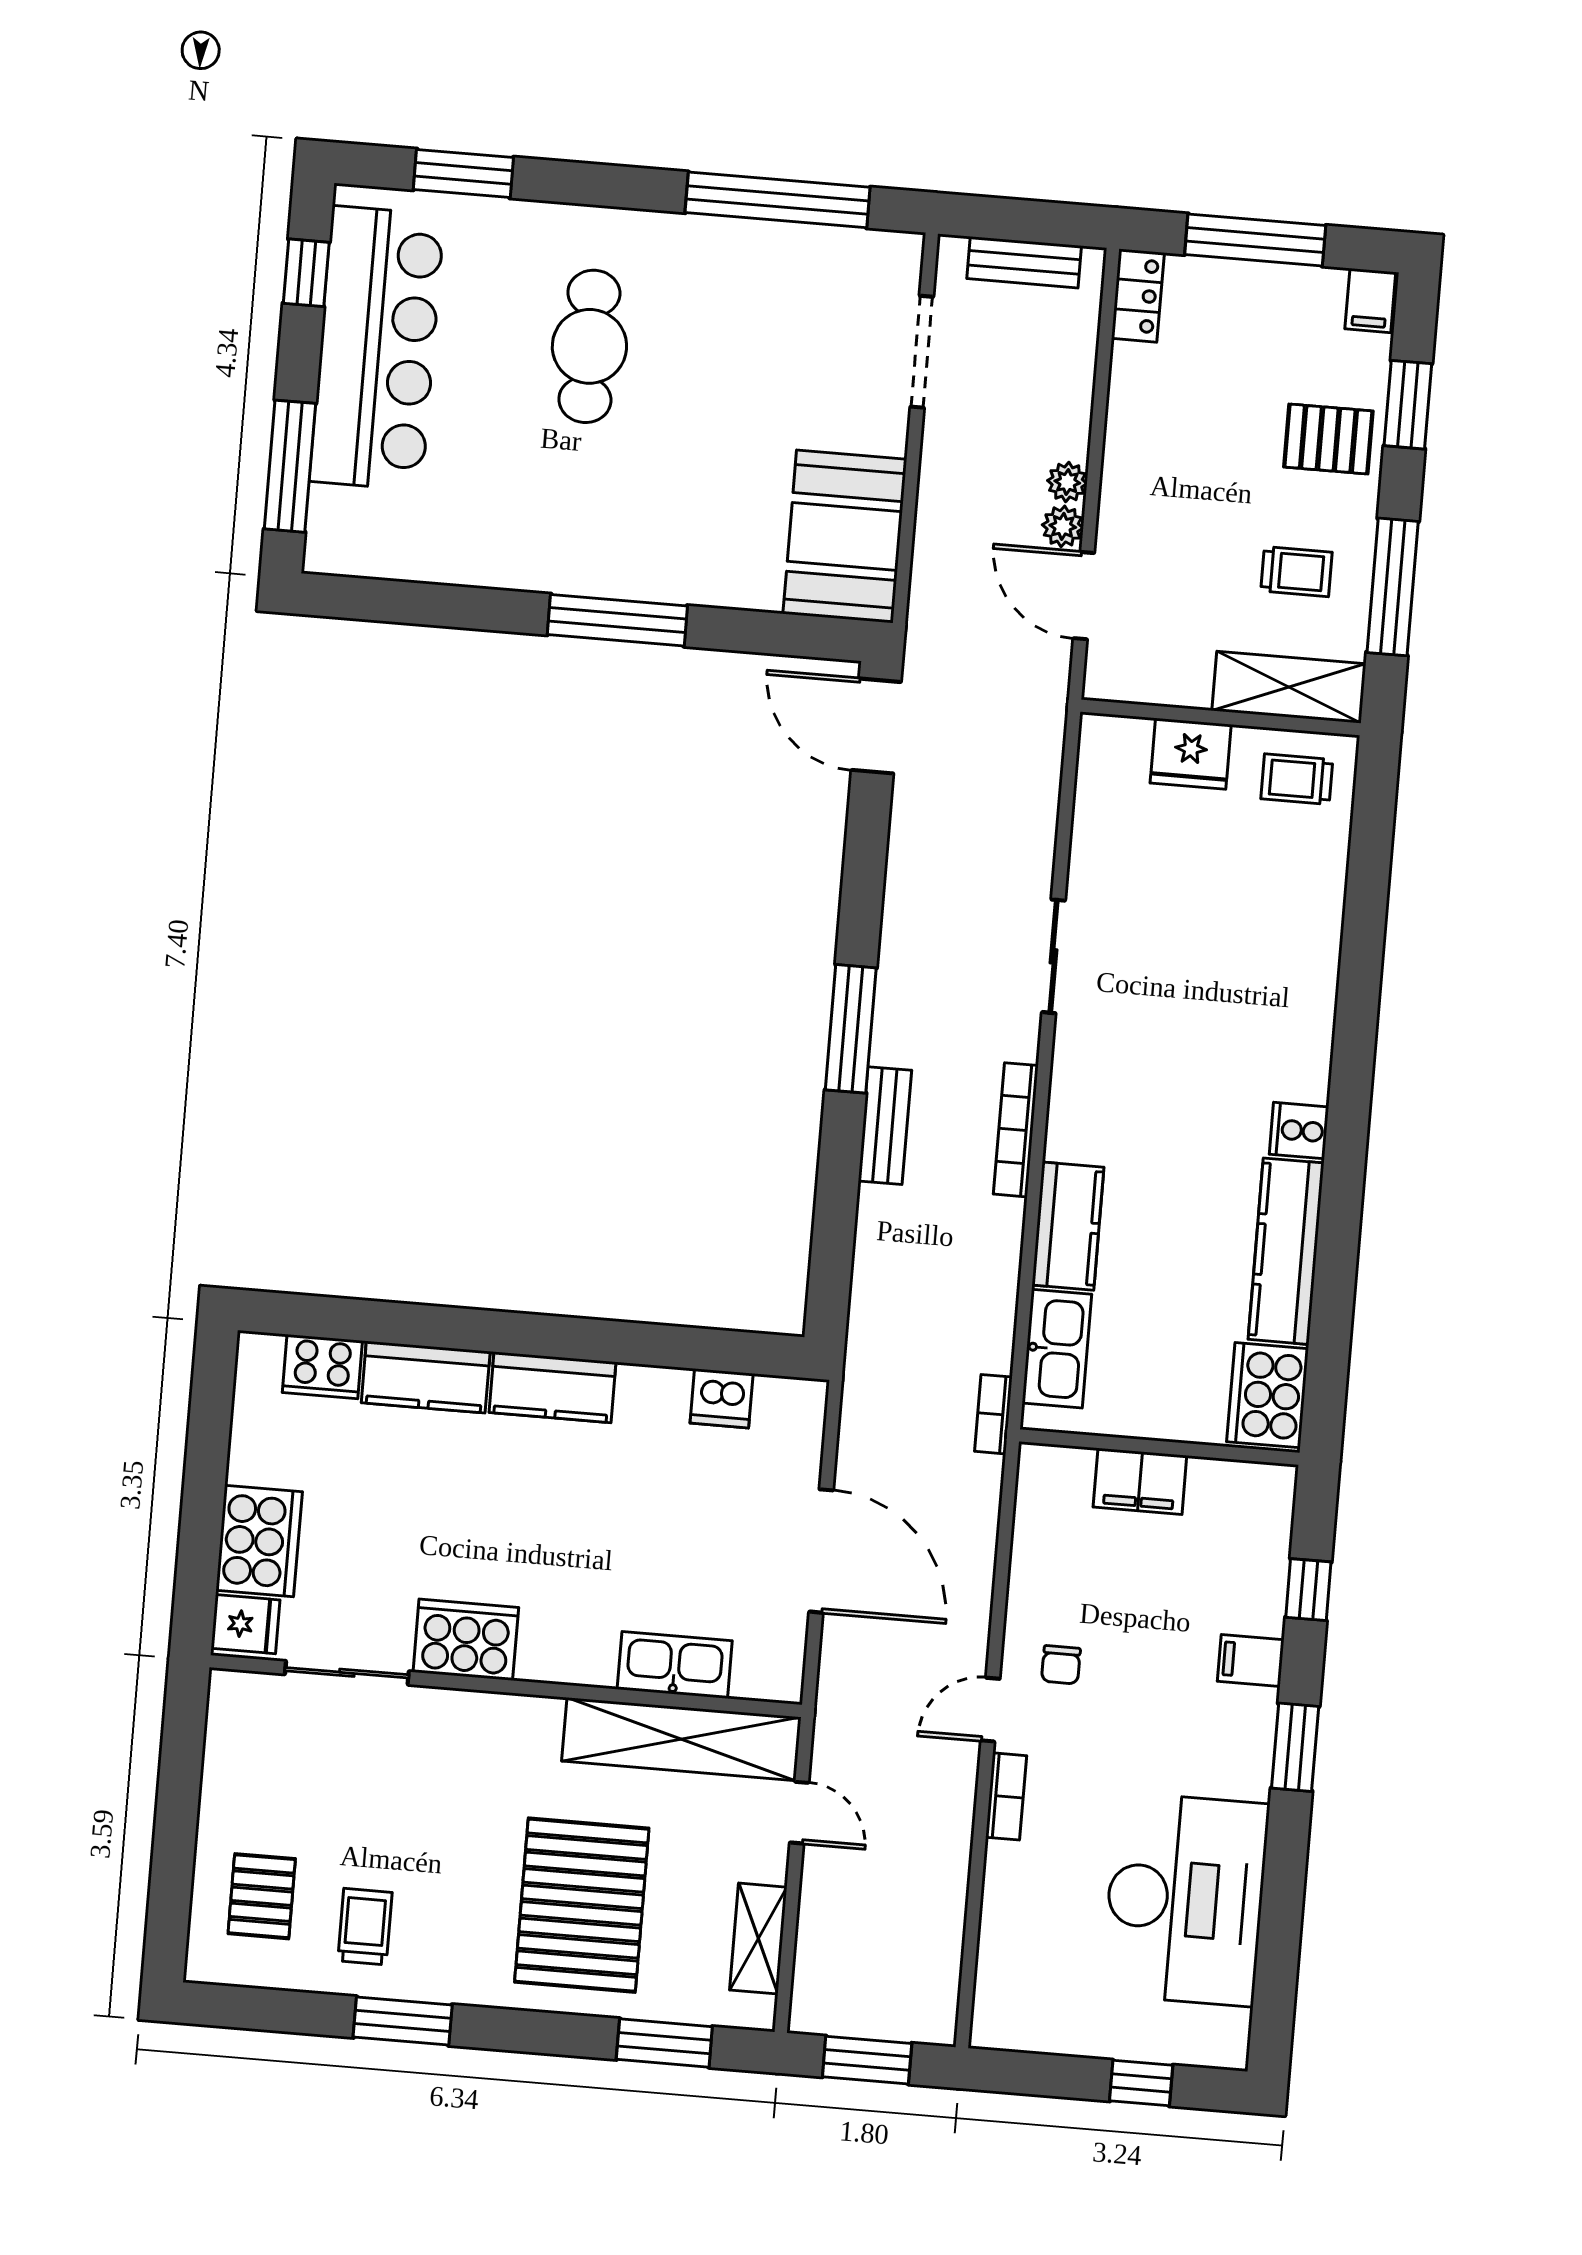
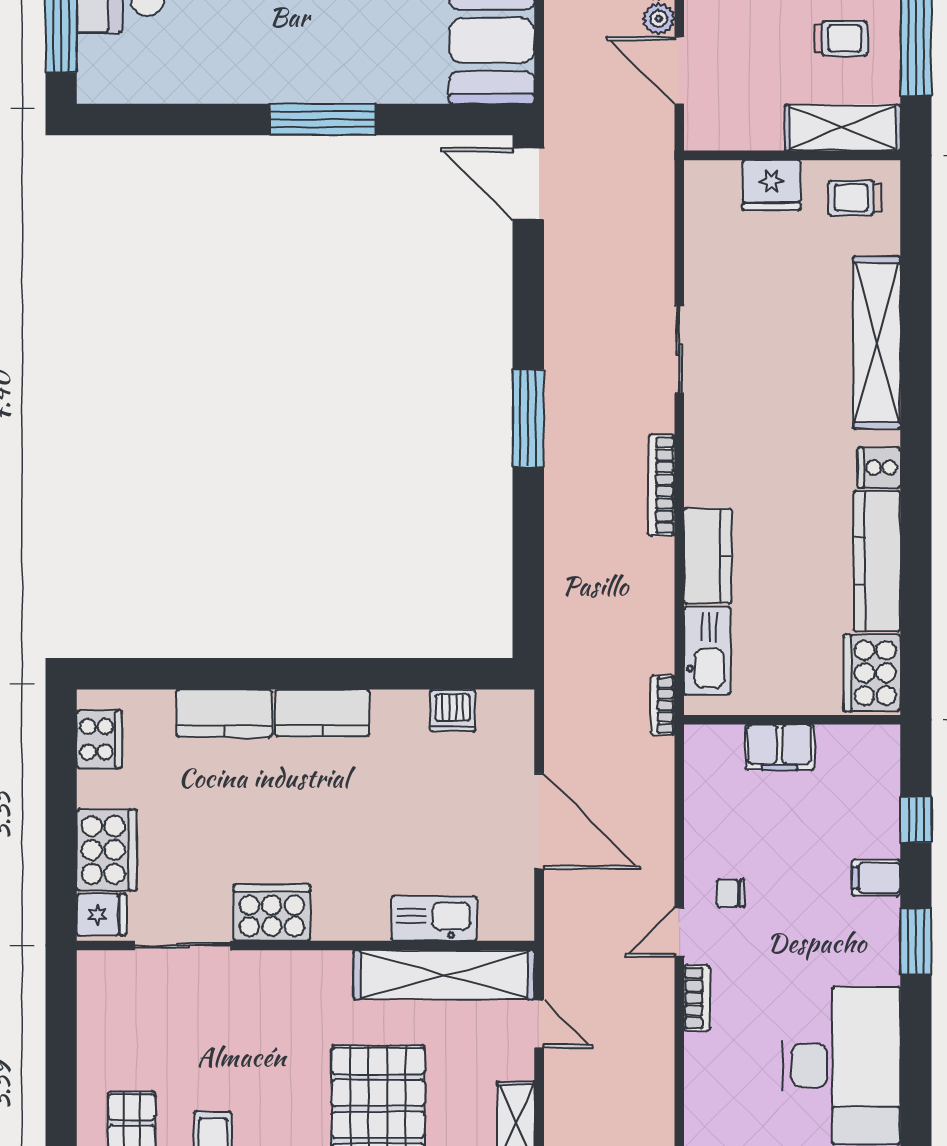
shelving: (1310, 969) -> (877, 342), added
bench: (885, 1126) -> (561, 490), removed
cooker: (322, 1367) -> (99, 739), moved, turned -90
chair: (1061, 1665) -> (731, 893), turned 90

